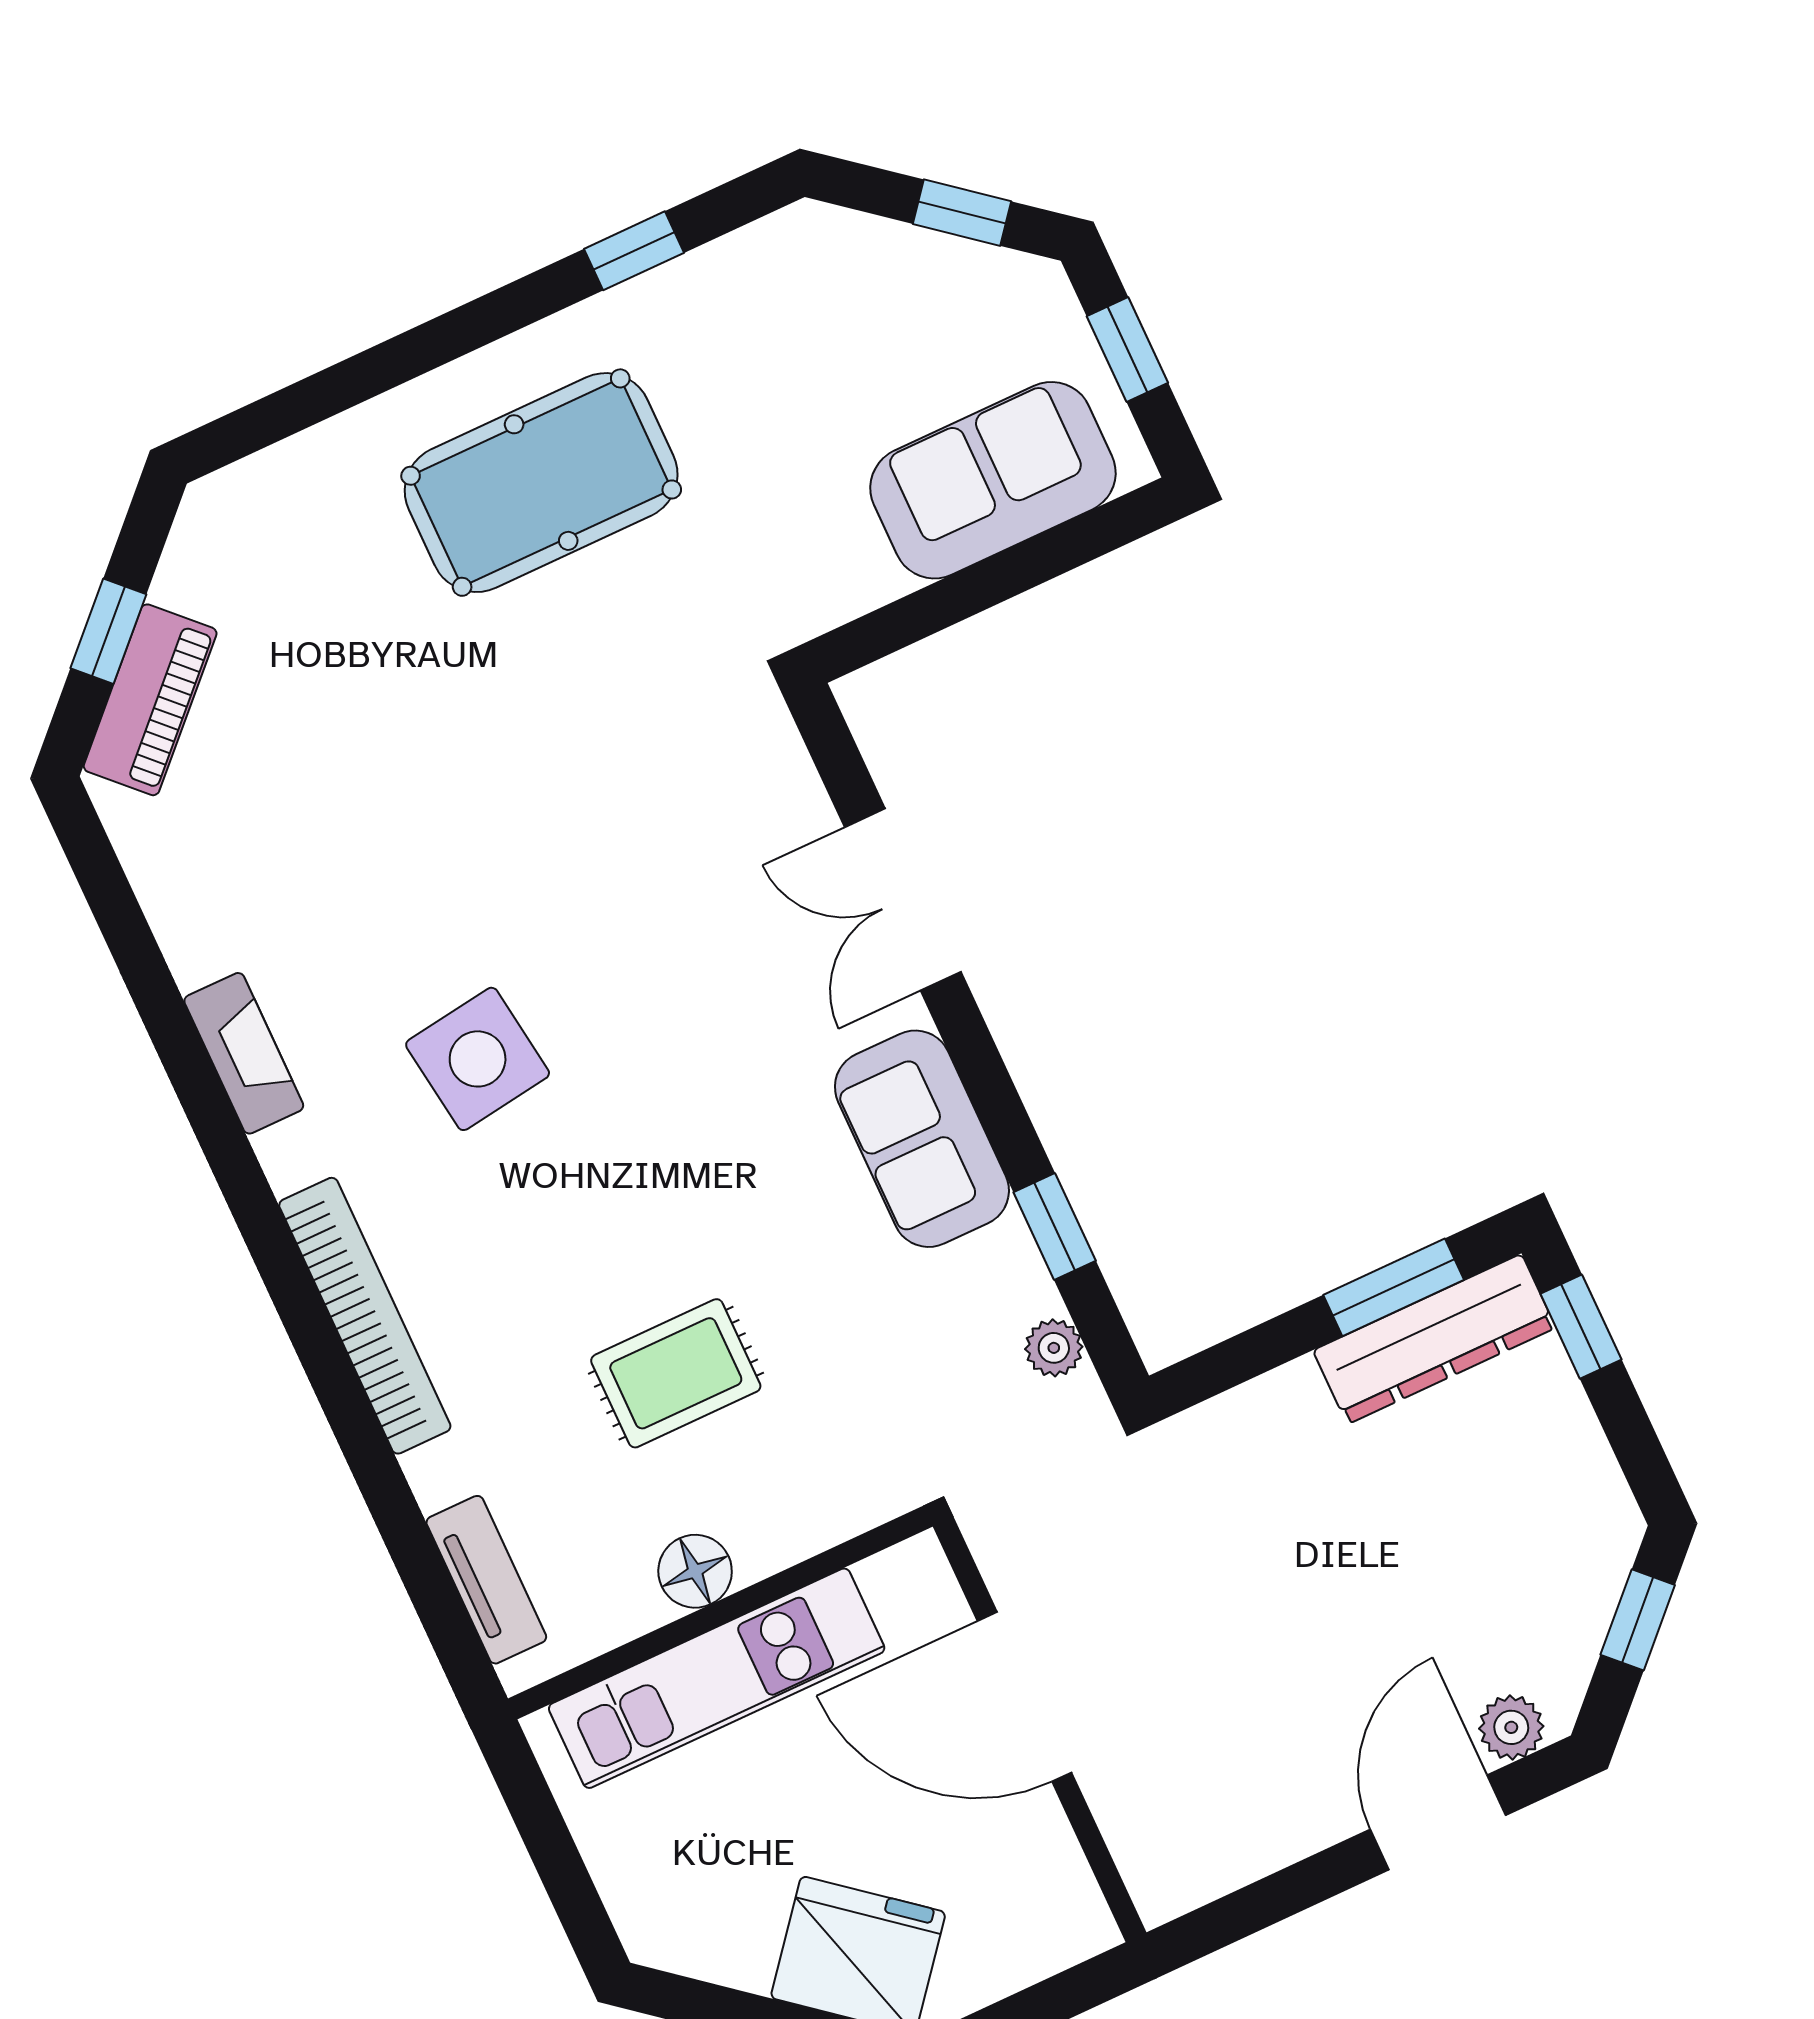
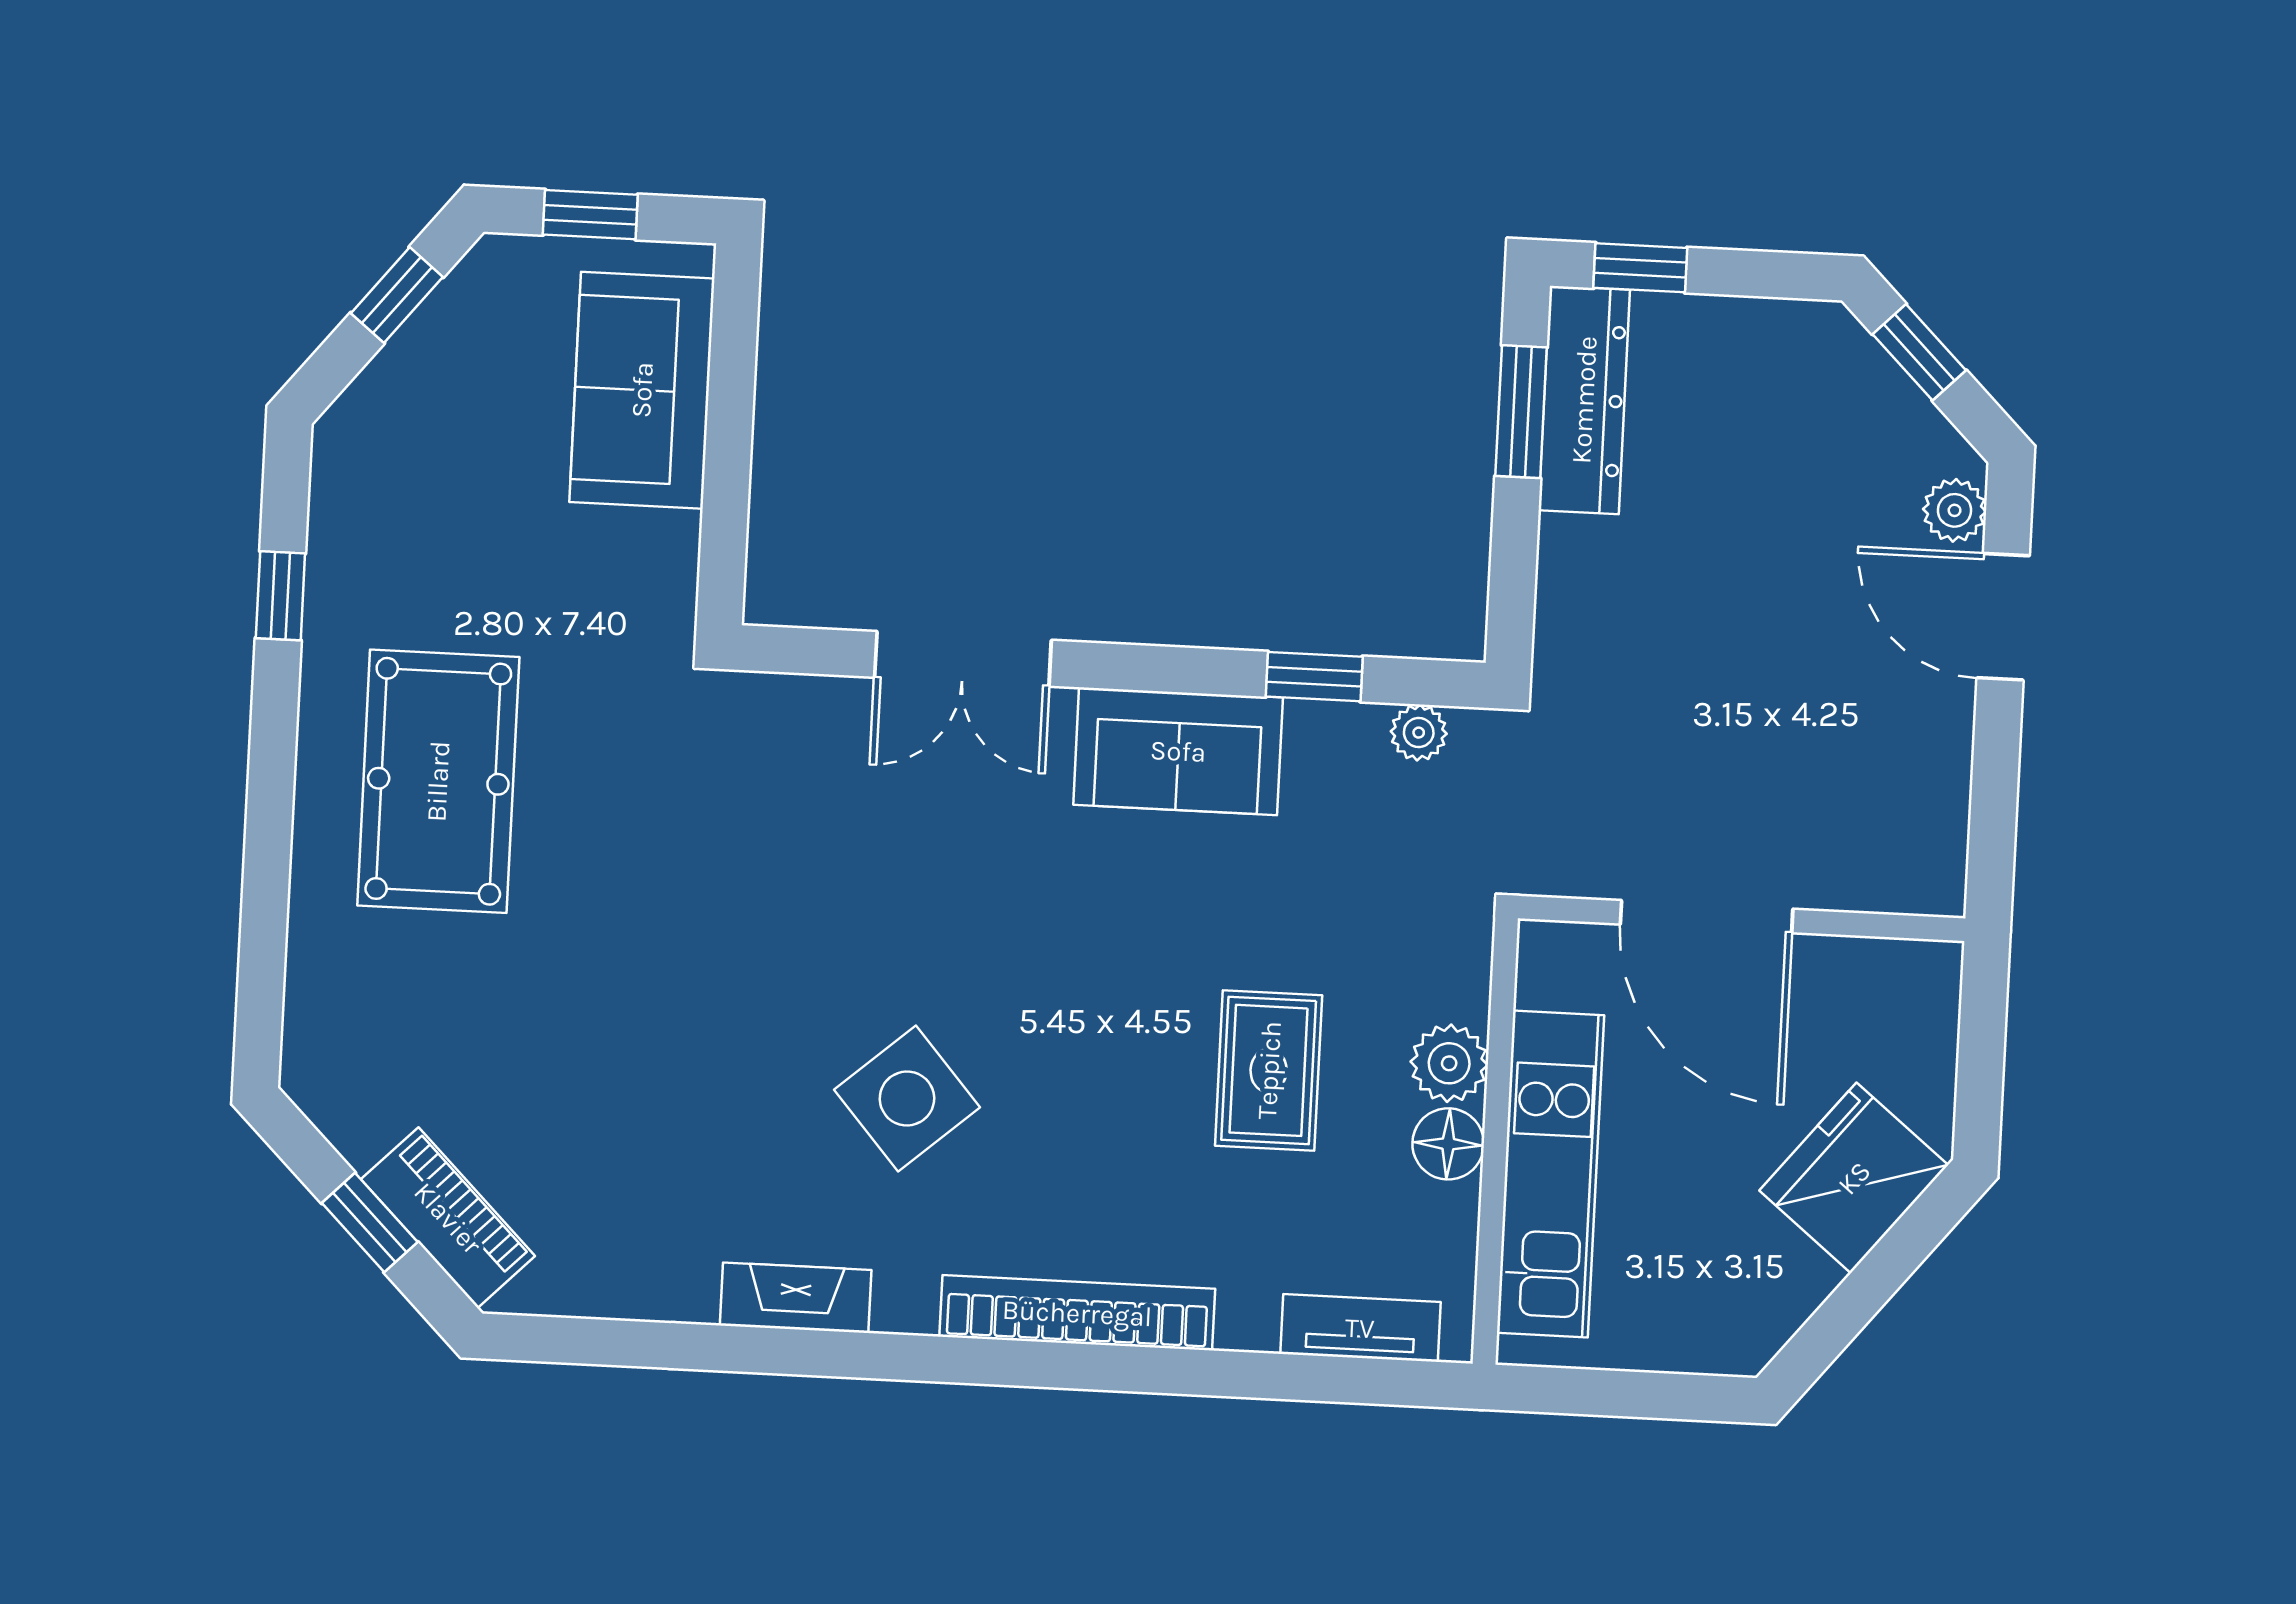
side table: (478, 1059) -> (907, 1099), turned -33
plant: (769, 1534) -> (1449, 1063), added
door: (1025, 1697) -> (1707, 917), hinge flipped

